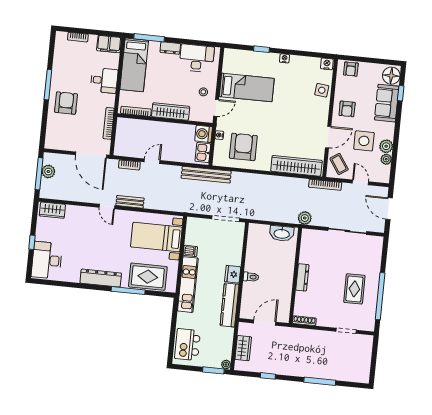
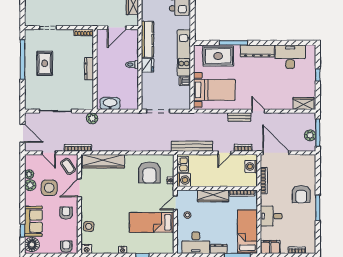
washing machine: (122, 142) -> (251, 166), added
bench: (206, 175) -> (192, 146), moved
desk: (47, 260) -> (290, 57), moved, turned -90

